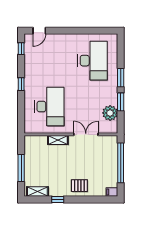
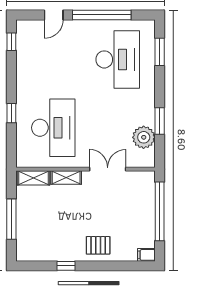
door: (39, 31) -> (54, 15), moved
window: (82, 31) -> (102, 15), added
window: (121, 78) -> (160, 52), moved
window: (21, 84) -> (11, 113), moved
shelving: (37, 192) -> (33, 178), moved

